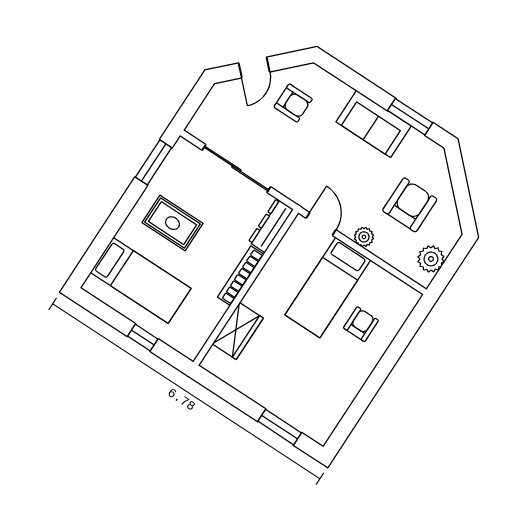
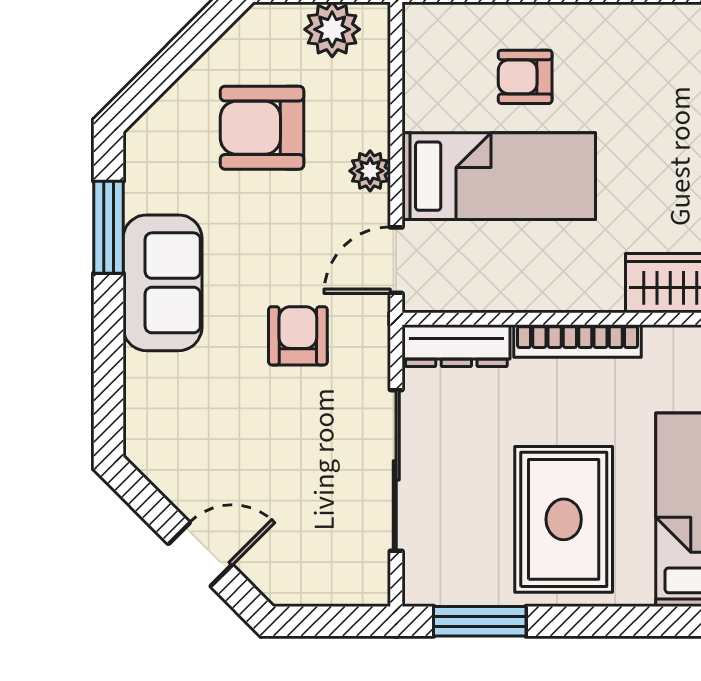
armchair: (293, 103) -> (298, 336), moved
rug: (173, 223) -> (564, 519), width x1.36, depth x1.43

